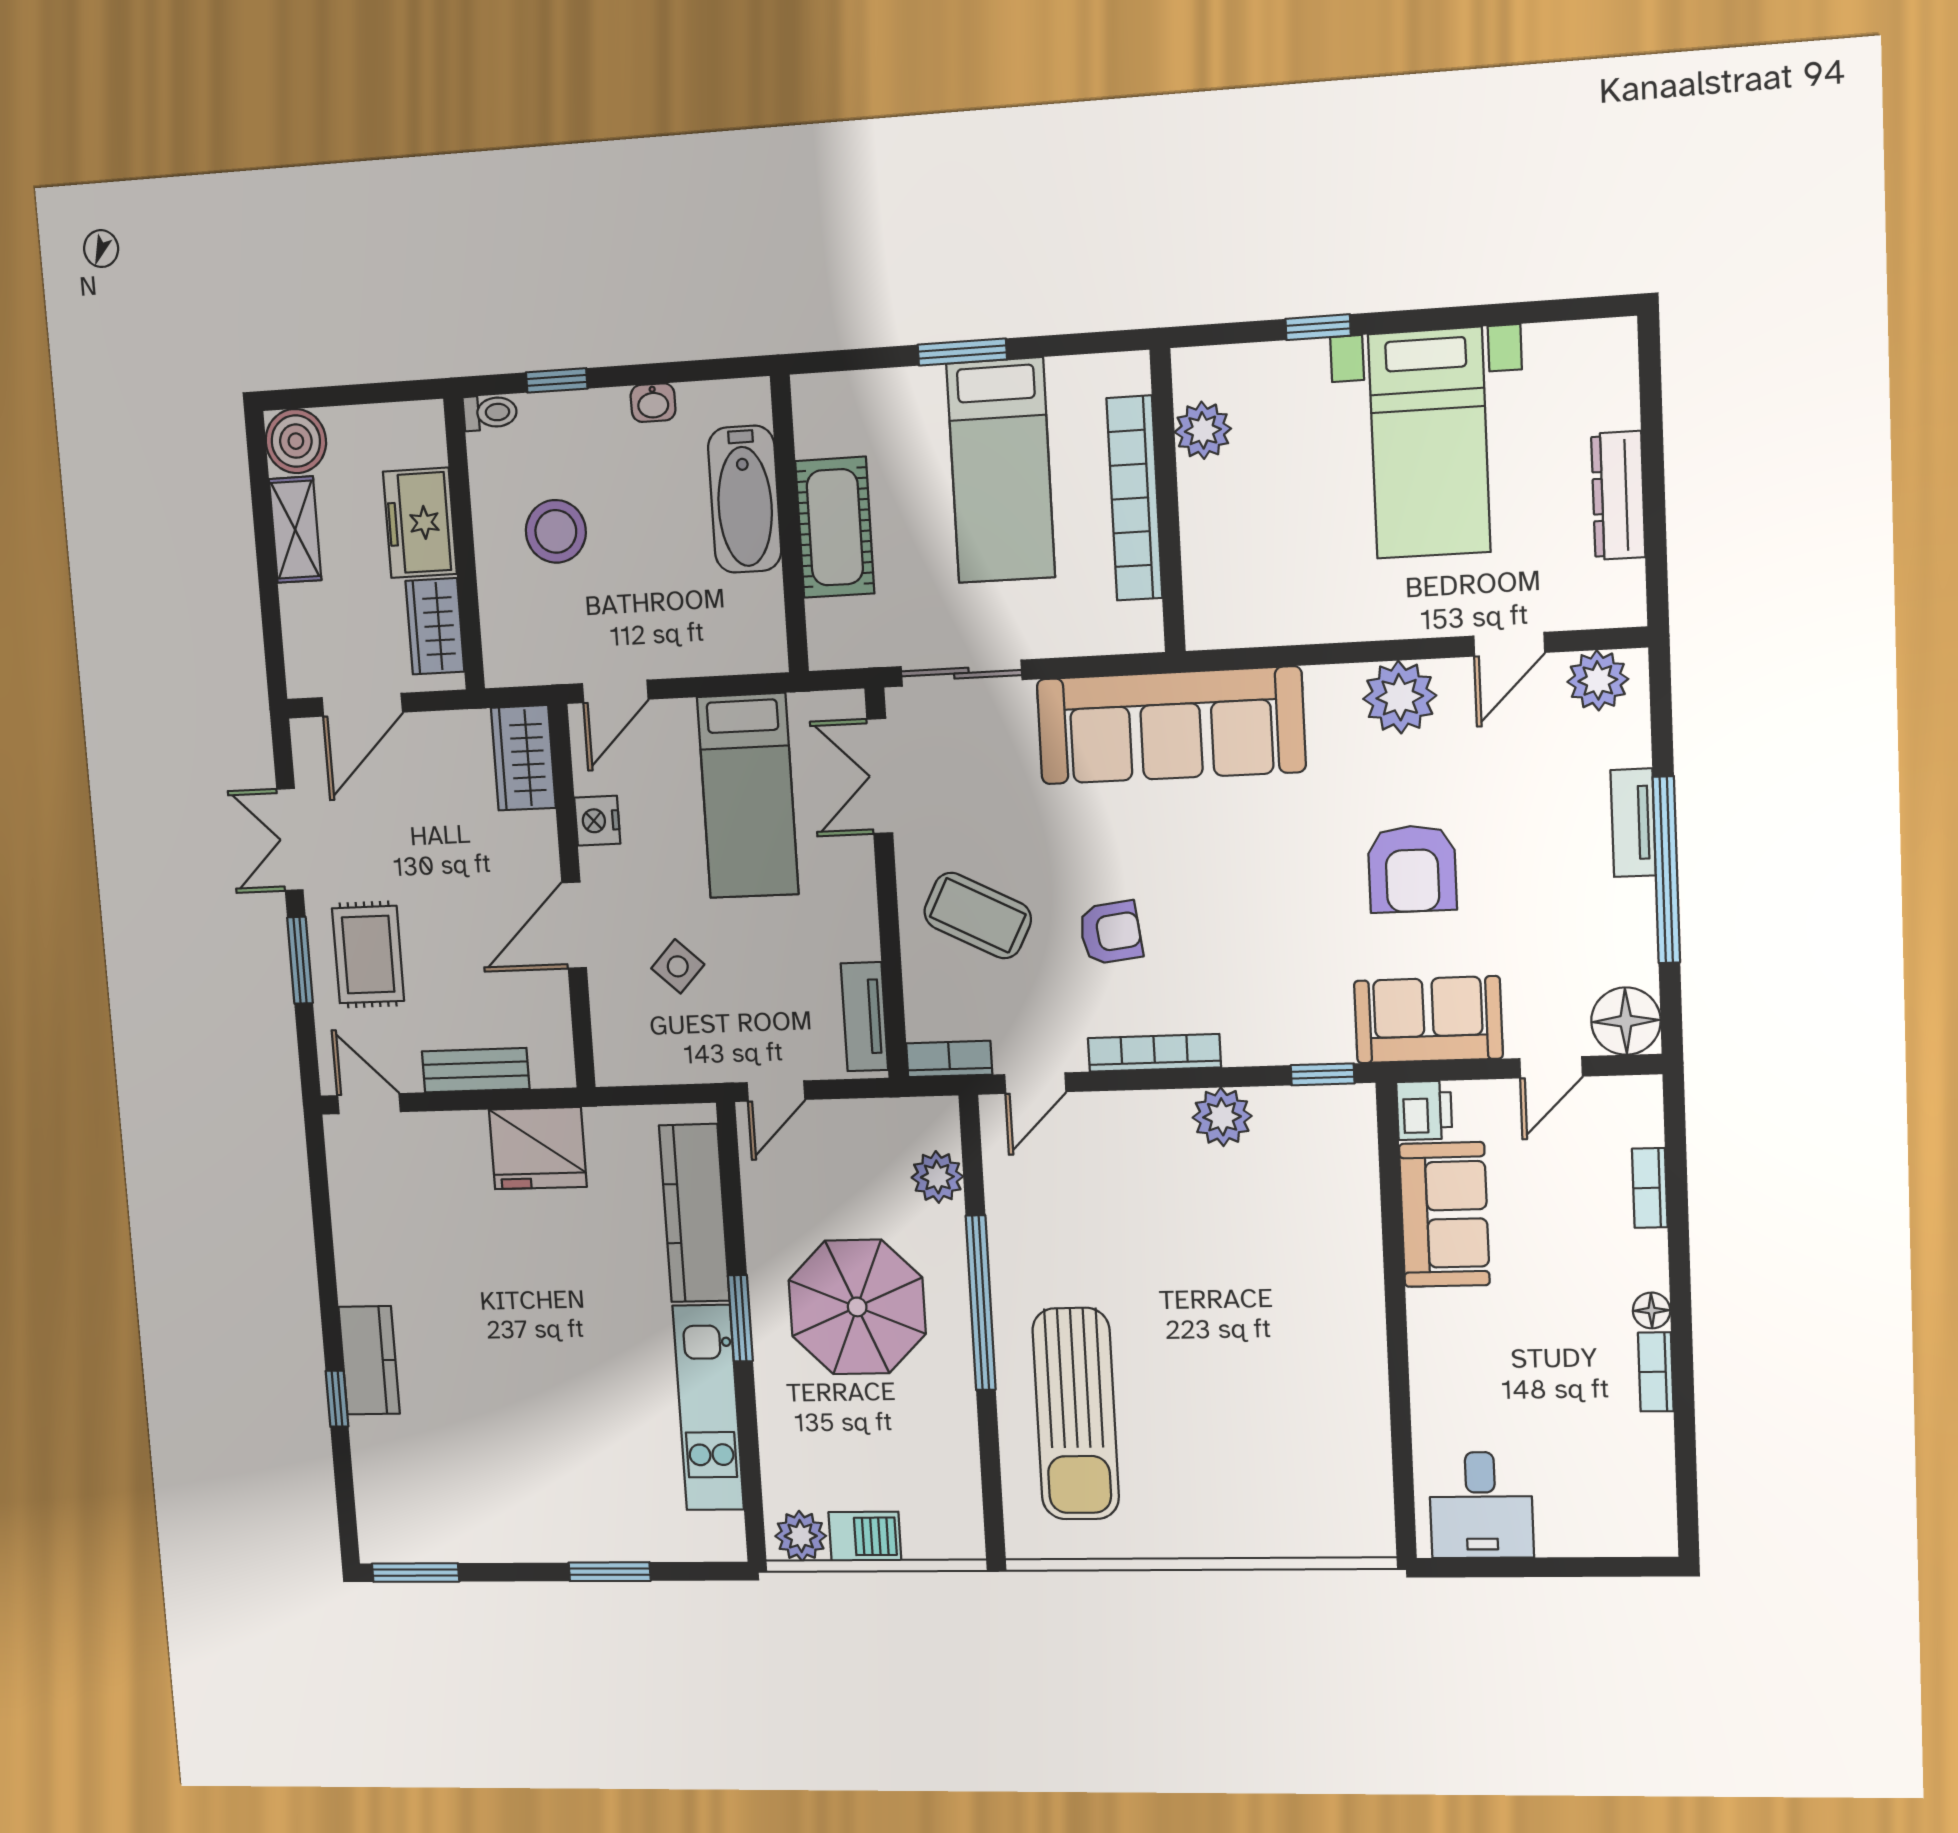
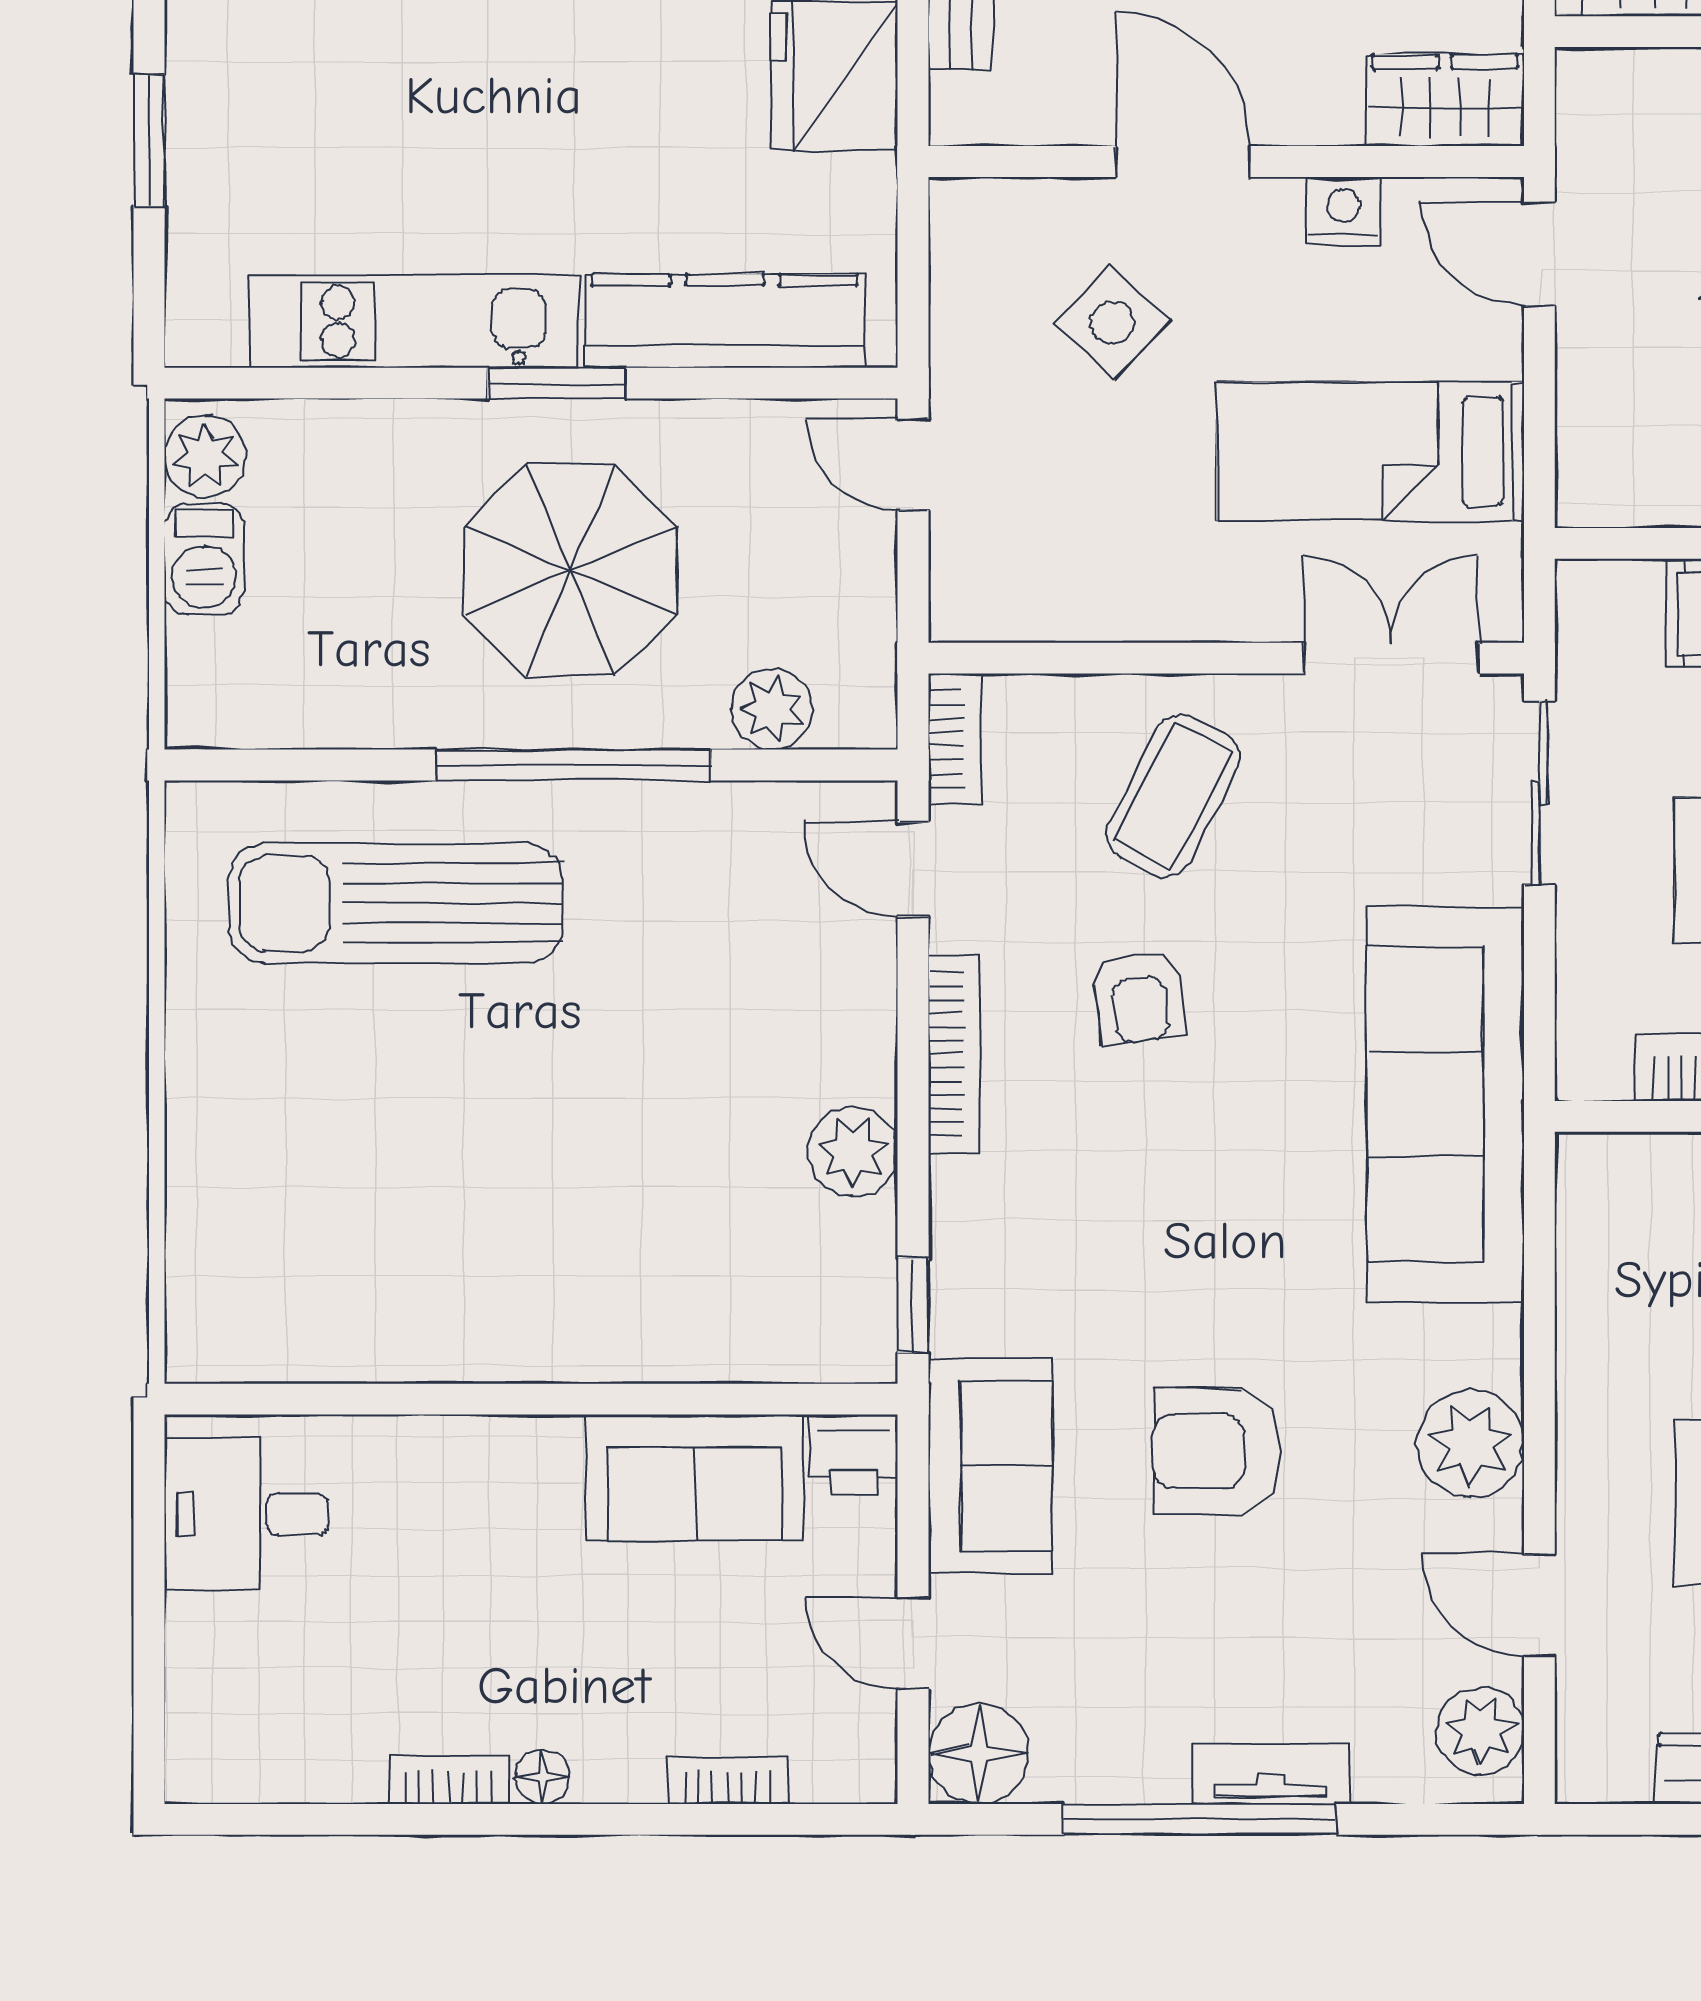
side table: (678, 966) -> (1112, 322), width x1.37, depth x1.37
tv unit: (864, 1017) -> (1024, 611), removed

